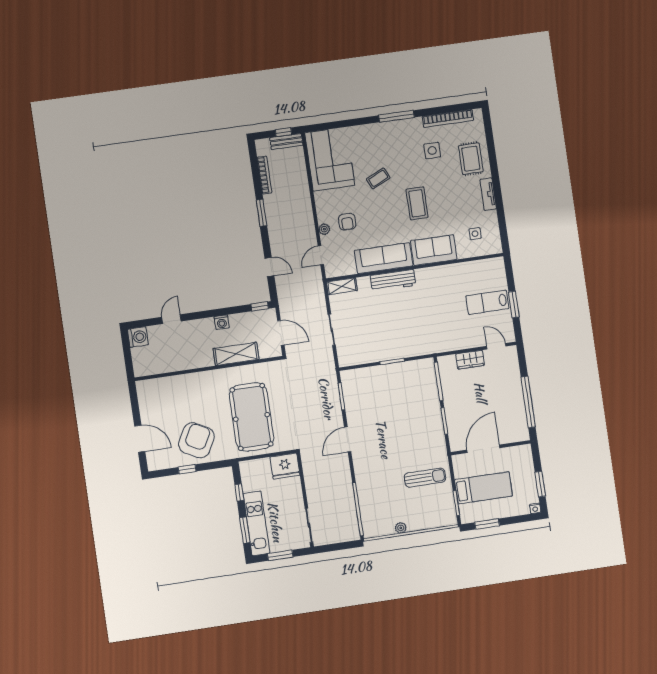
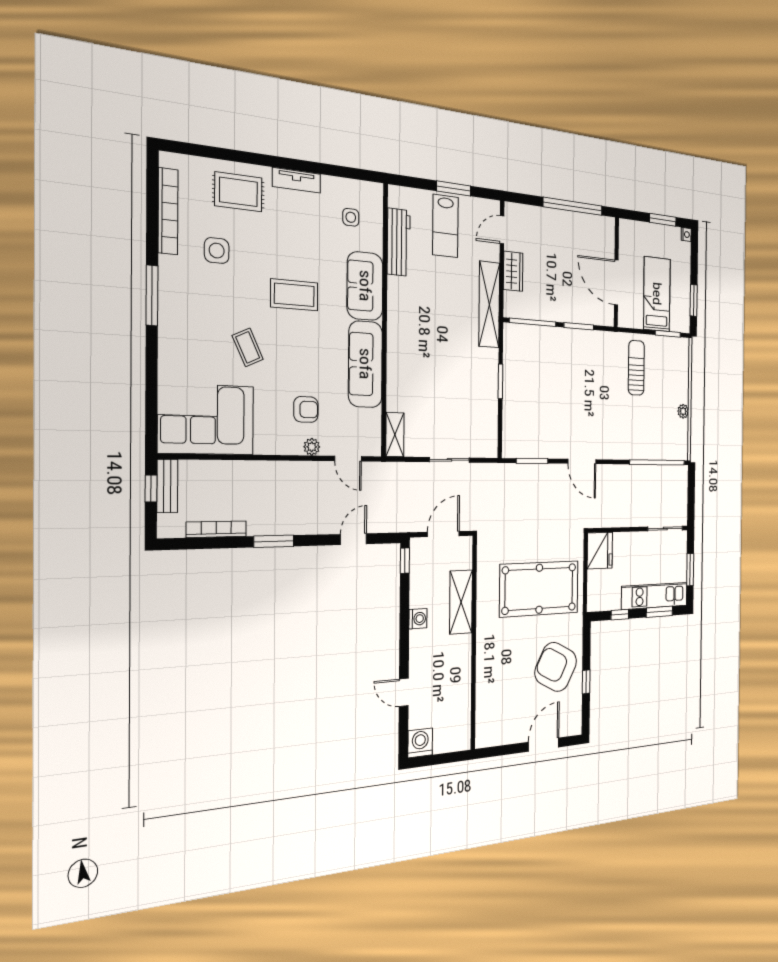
workbench: (393, 280) -> (399, 242), moved
shelving: (443, 344) -> (489, 304), added

